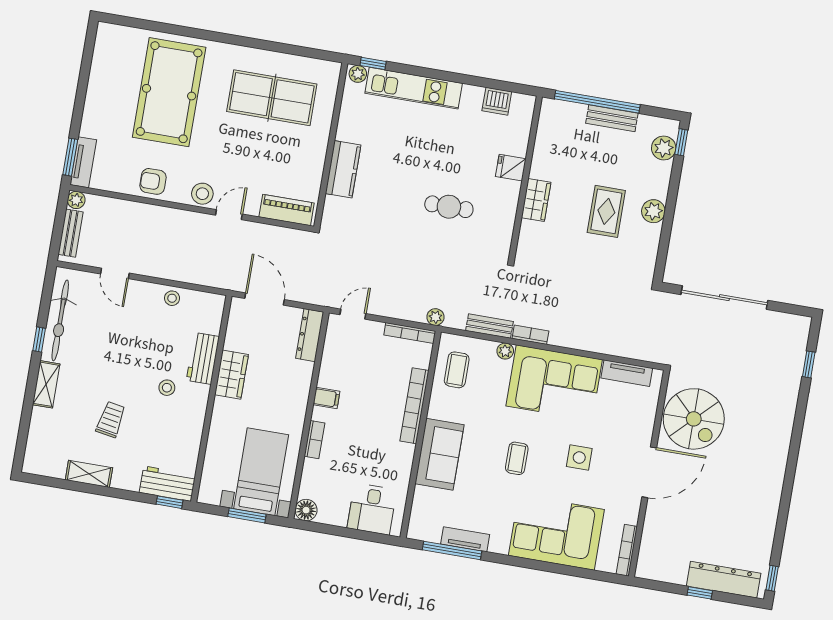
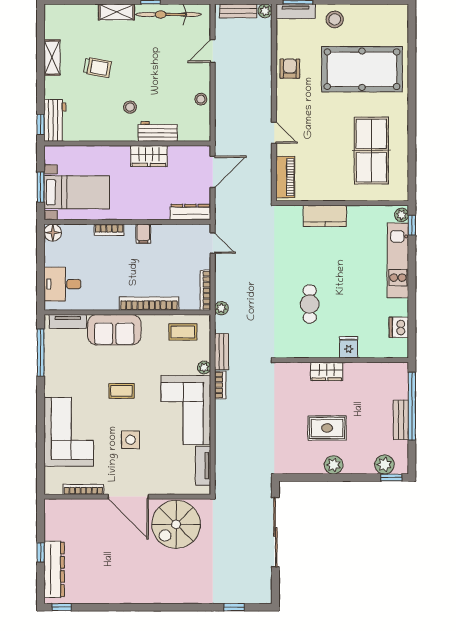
stool: (202, 194) -> (335, 19), moved
tv unit: (465, 539) -> (68, 321), moved, turned 90
bookcase: (627, 550) -> (83, 489), moved

